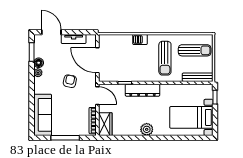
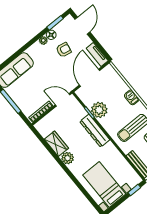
tv unit: (74, 39) -> (97, 54), moved
plant: (129, 73) -> (99, 110), added
armchair: (70, 81) -> (64, 50), moved
door: (97, 96) -> (63, 100), swing flipped
wardrobe: (105, 124) -> (56, 144), moved, turned -90

